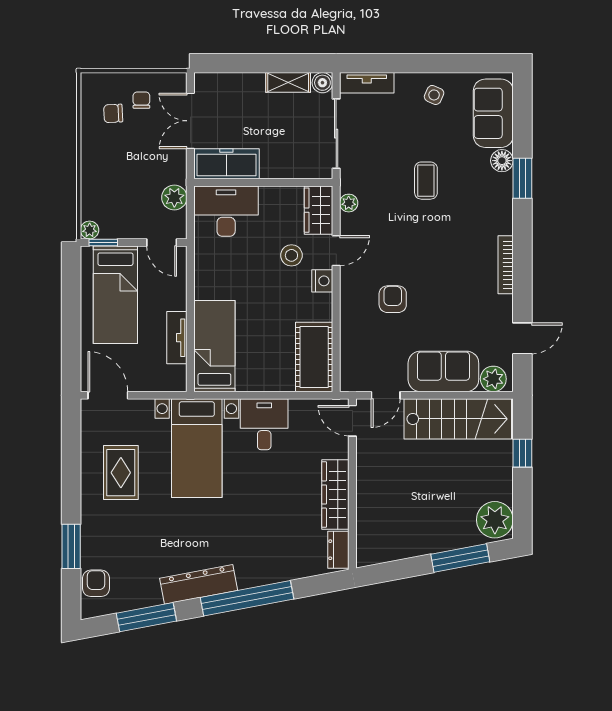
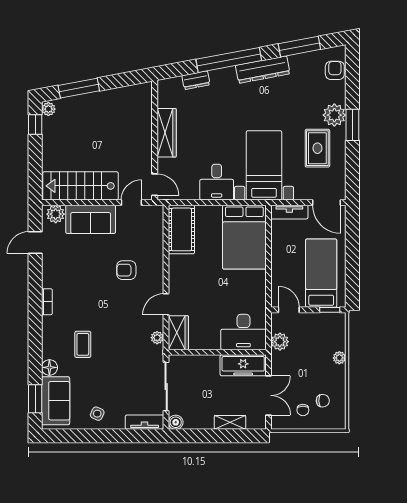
shelving: (288, 82) -> (230, 422), moved
window: (522, 178) -> (35, 399), moved
coffee table: (426, 181) -> (83, 344), moved
plant: (90, 230) -> (339, 358), moved
stool: (291, 255) -> (197, 301), removed
bookcase: (506, 265) -> (47, 302), width x0.64
nightstand: (322, 281) -> (176, 283), removed
armchair: (393, 299) -> (126, 270), turned 90
tv unit: (177, 338) -> (289, 212), moved, turned 90
bed: (214, 346) -> (244, 237), width x1.50
window: (522, 453) -> (35, 124), moved
plant: (97, 520) -> (334, 115), added
plant: (495, 520) -> (48, 109), width x0.53, depth x0.53
window: (71, 546) -> (352, 125), moved
dresser: (338, 550) -> (196, 80), moved, turned 79
armchair: (96, 583) -> (335, 70), turned 180

